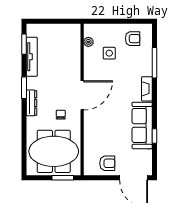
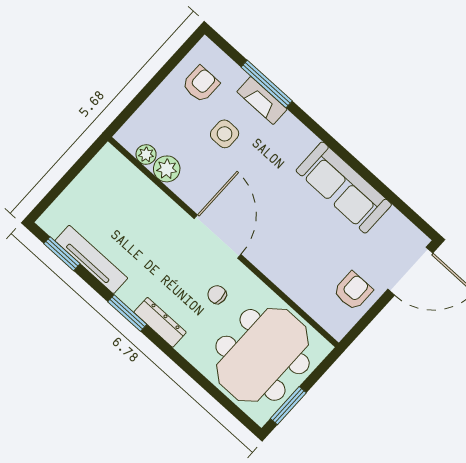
side table: (109, 53) -> (225, 134), moved
plant: (90, 54) -> (167, 169), added
fireplace: (147, 89) -> (262, 100), moved
window: (154, 136) -> (376, 183), removed
window: (63, 178) -> (288, 406), moved

